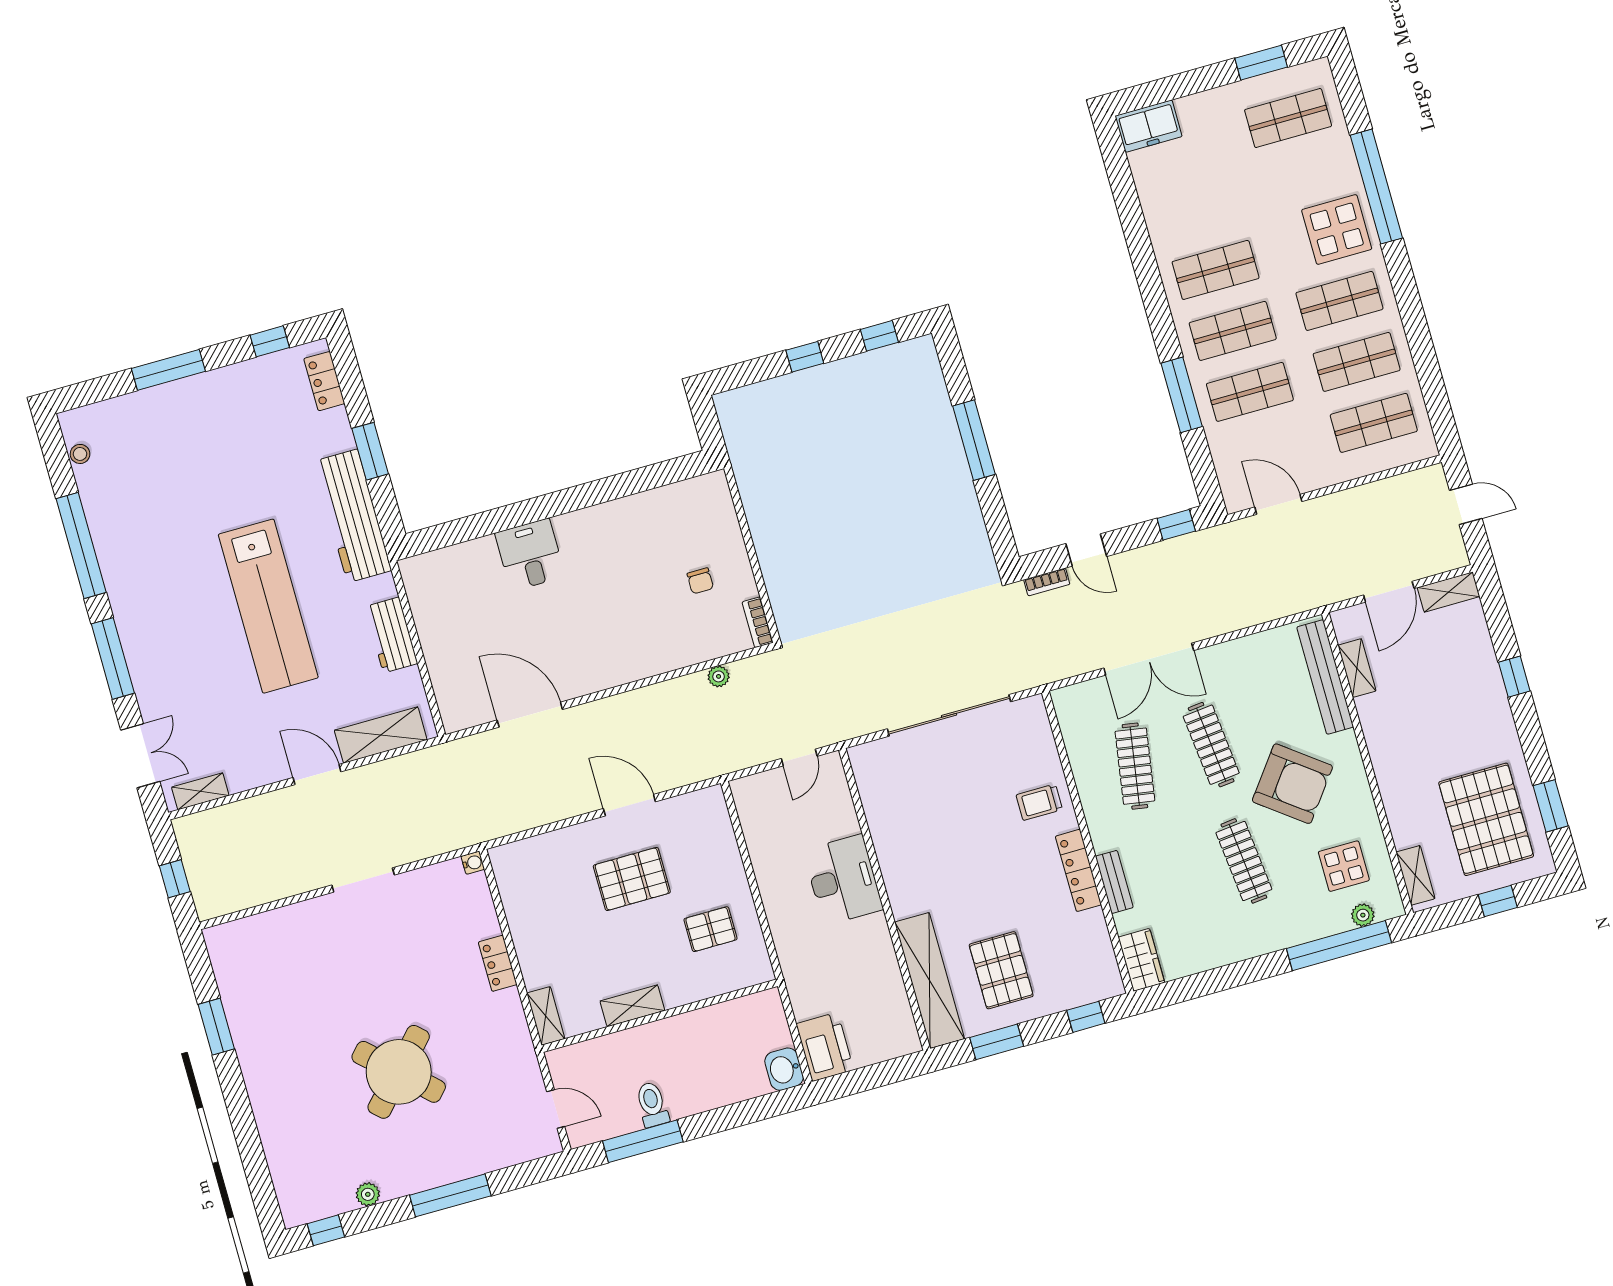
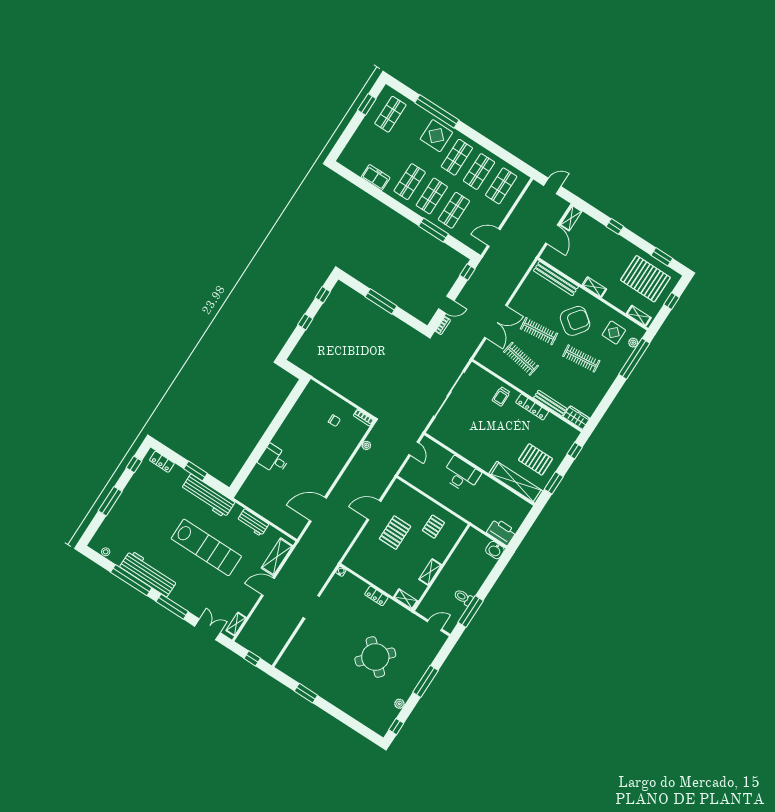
freezer: (1149, 126) -> (376, 177), moved, turned -90
workbench: (123, 561) -> (149, 574), added
shelving: (1357, 668) -> (594, 287), moved
bench: (1114, 882) -> (550, 403), width x1.36

